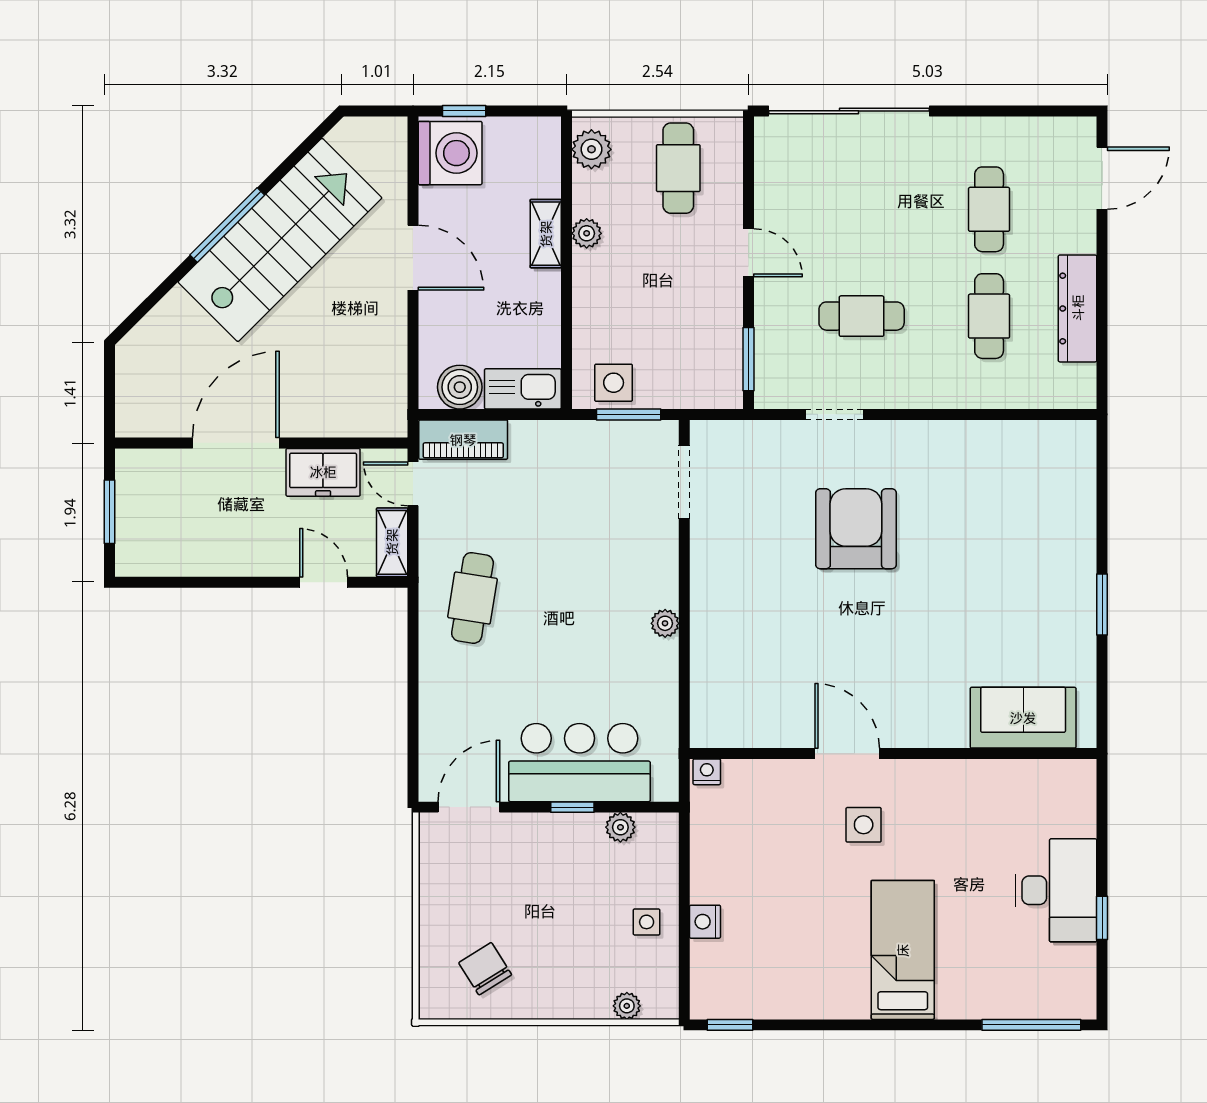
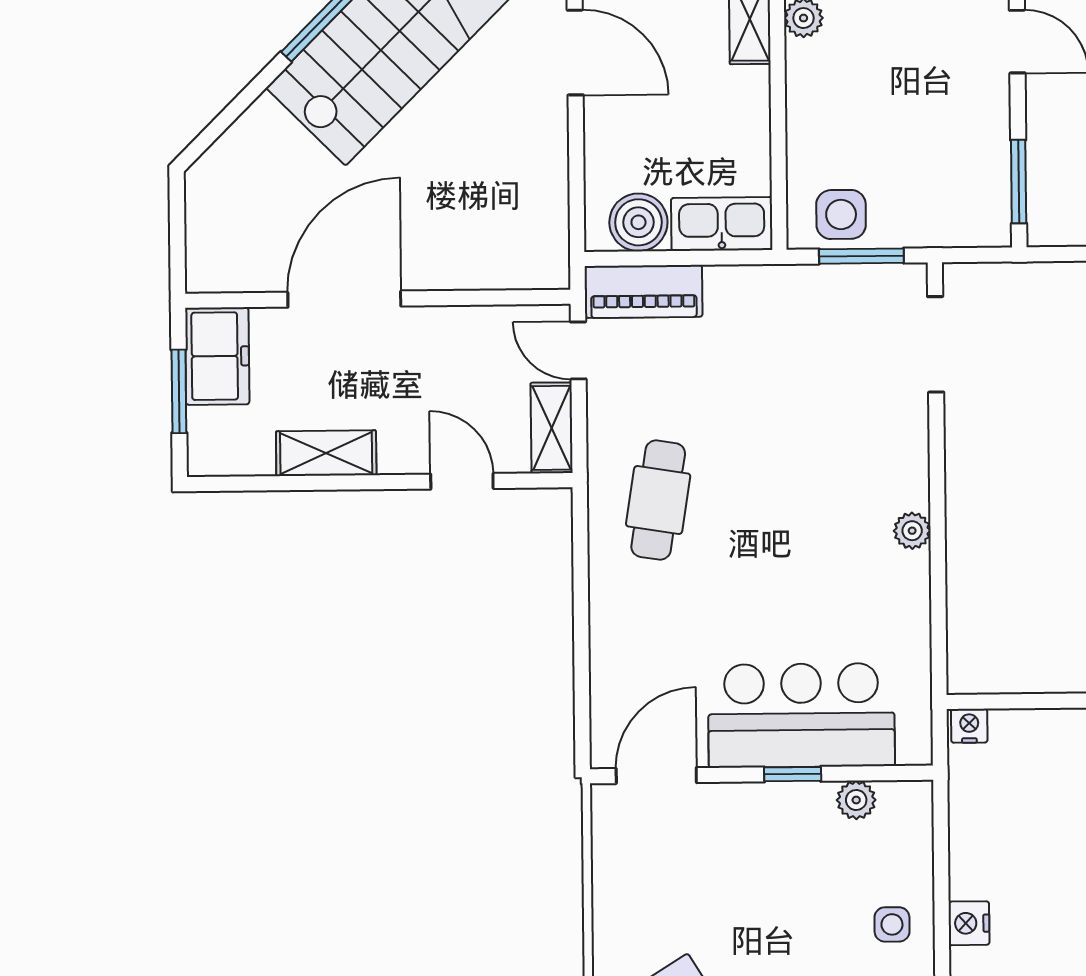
freezer: (323, 472) -> (217, 356), moved, turned -90
shelving: (221, 560) -> (326, 453), added

